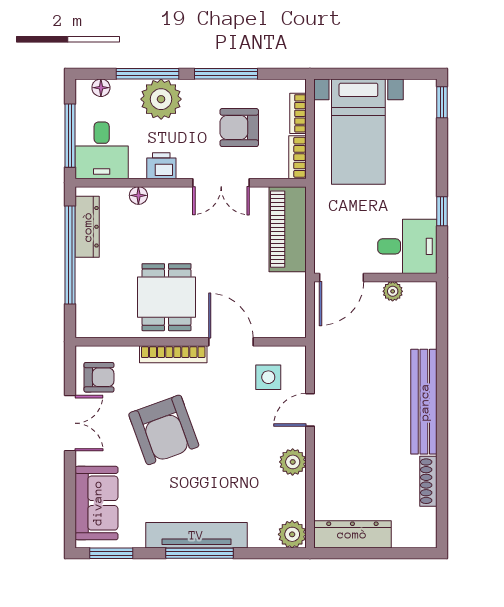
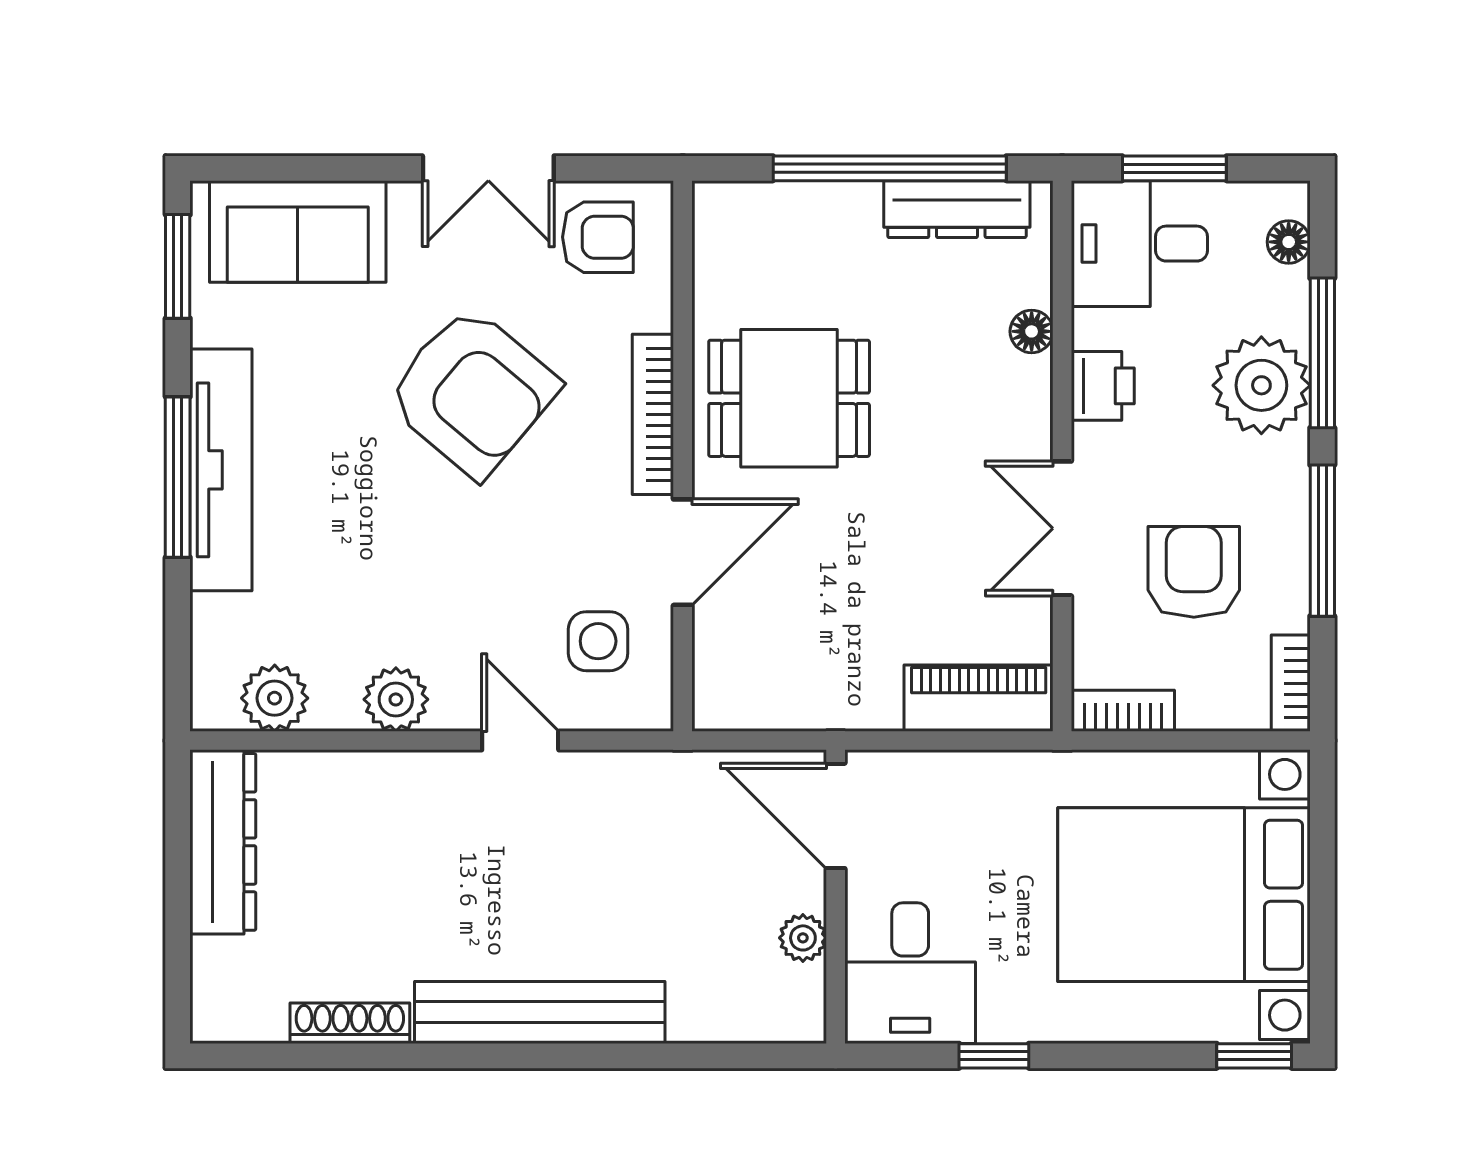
bookcase: (298, 113) -> (1291, 683), moved, turned -90
bed with nightstands: (358, 132) -> (1184, 895), width x1.36
window: (70, 136) -> (1174, 168), width x0.69
piano: (288, 229) -> (979, 698), width x0.73, depth x0.75
armchair: (99, 377) -> (598, 237), turned -90
armchair: (164, 430) -> (472, 392), turned -120
plant: (292, 534) -> (275, 698), moved

